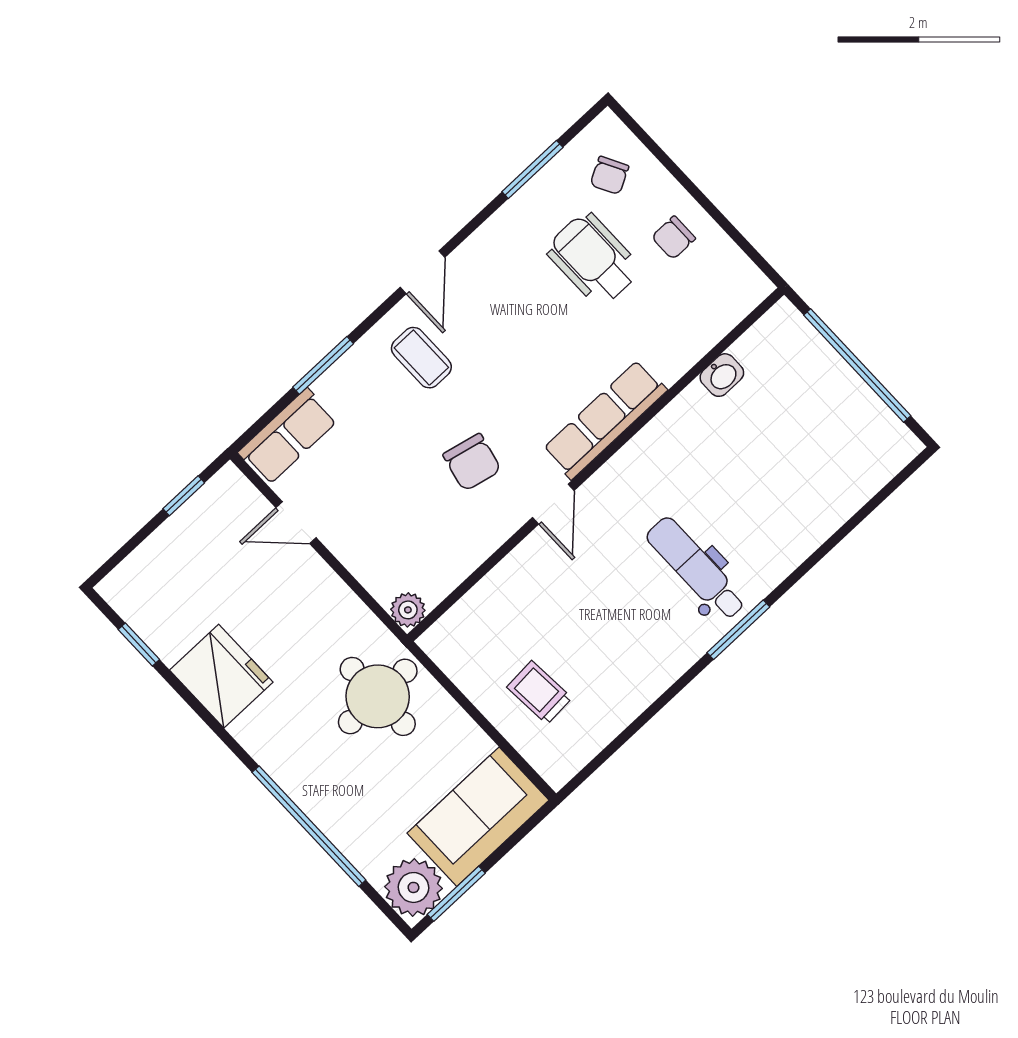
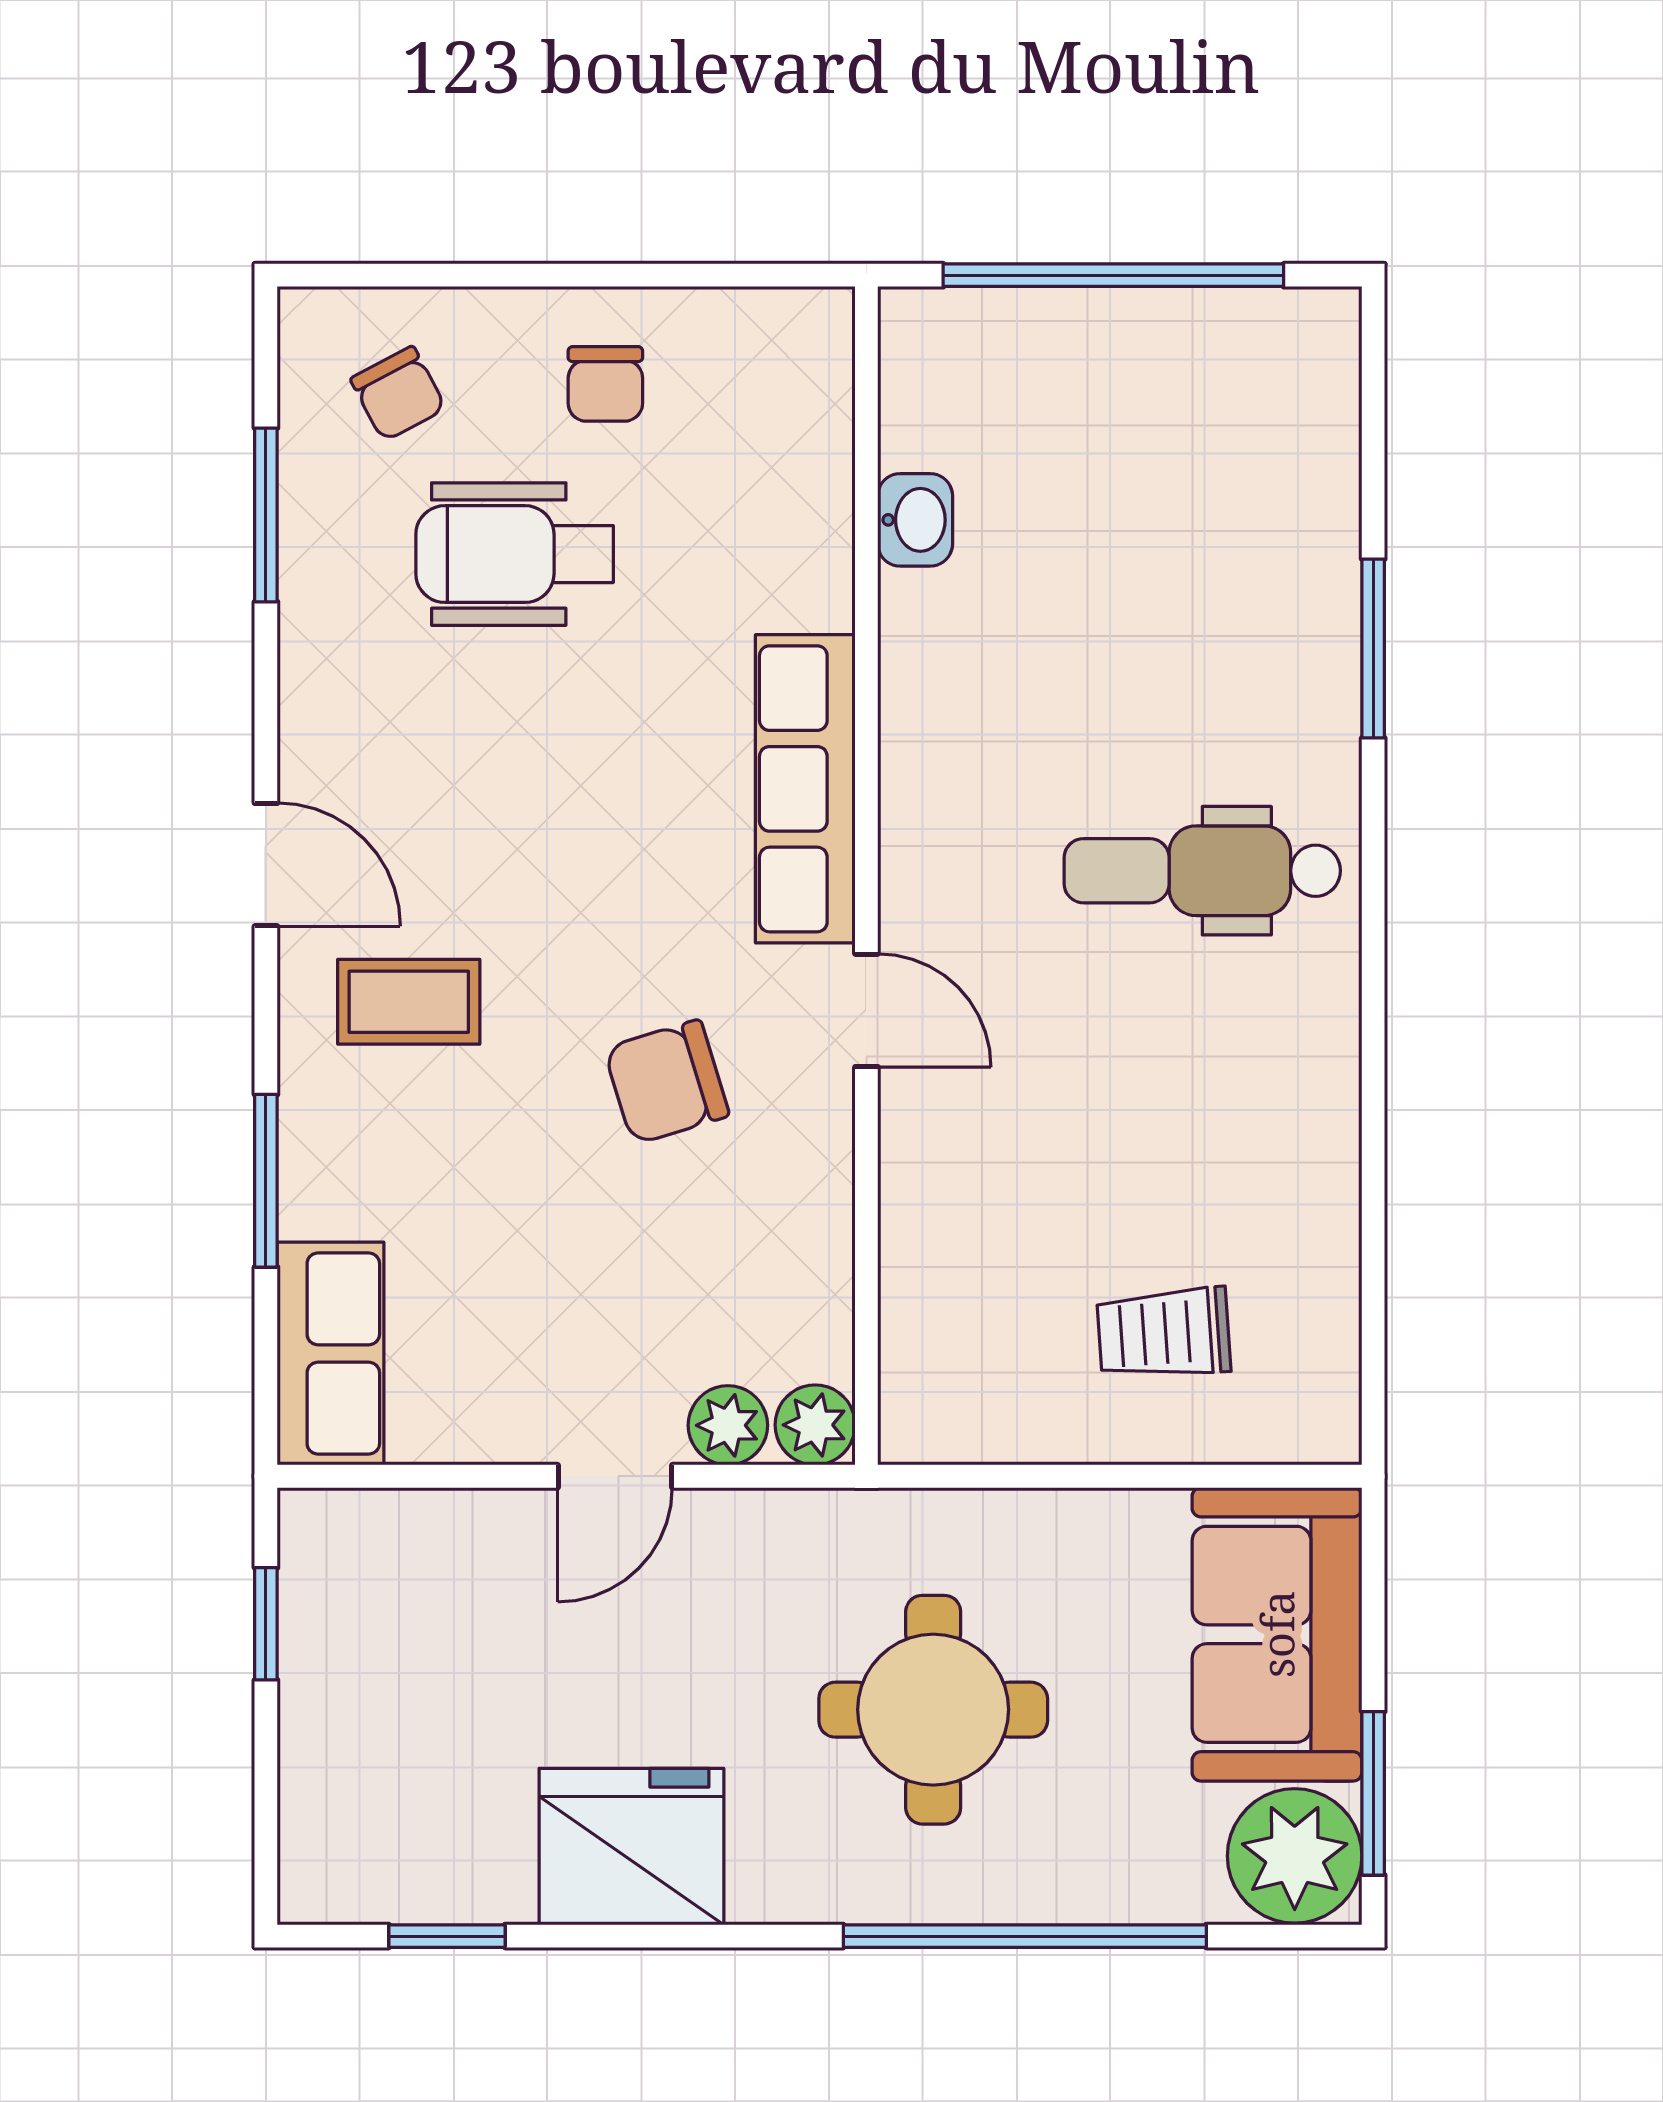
chair: (472, 462) -> (667, 1082), turned 150
door: (296, 523) -> (615, 1476), moved
plant: (382, 583) -> (728, 1425), added
window: (738, 630) -> (1373, 649), moved
round table: (378, 696) -> (933, 1710), moved

